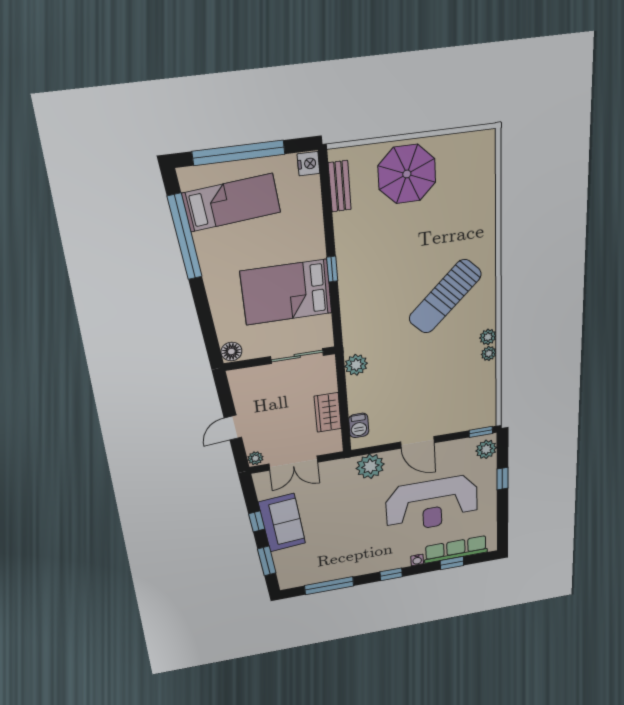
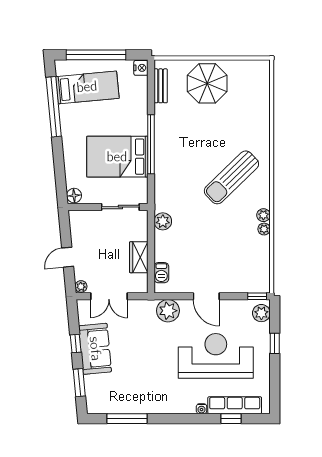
window: (332, 269) -> (151, 144), width x3.17
reception desk: (432, 504) -> (216, 356), turned 180
window: (391, 574) -> (179, 419), removed

